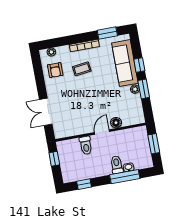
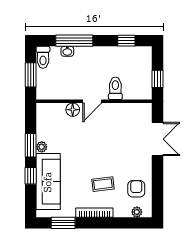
toilet: (117, 165) -> (43, 57), moved

